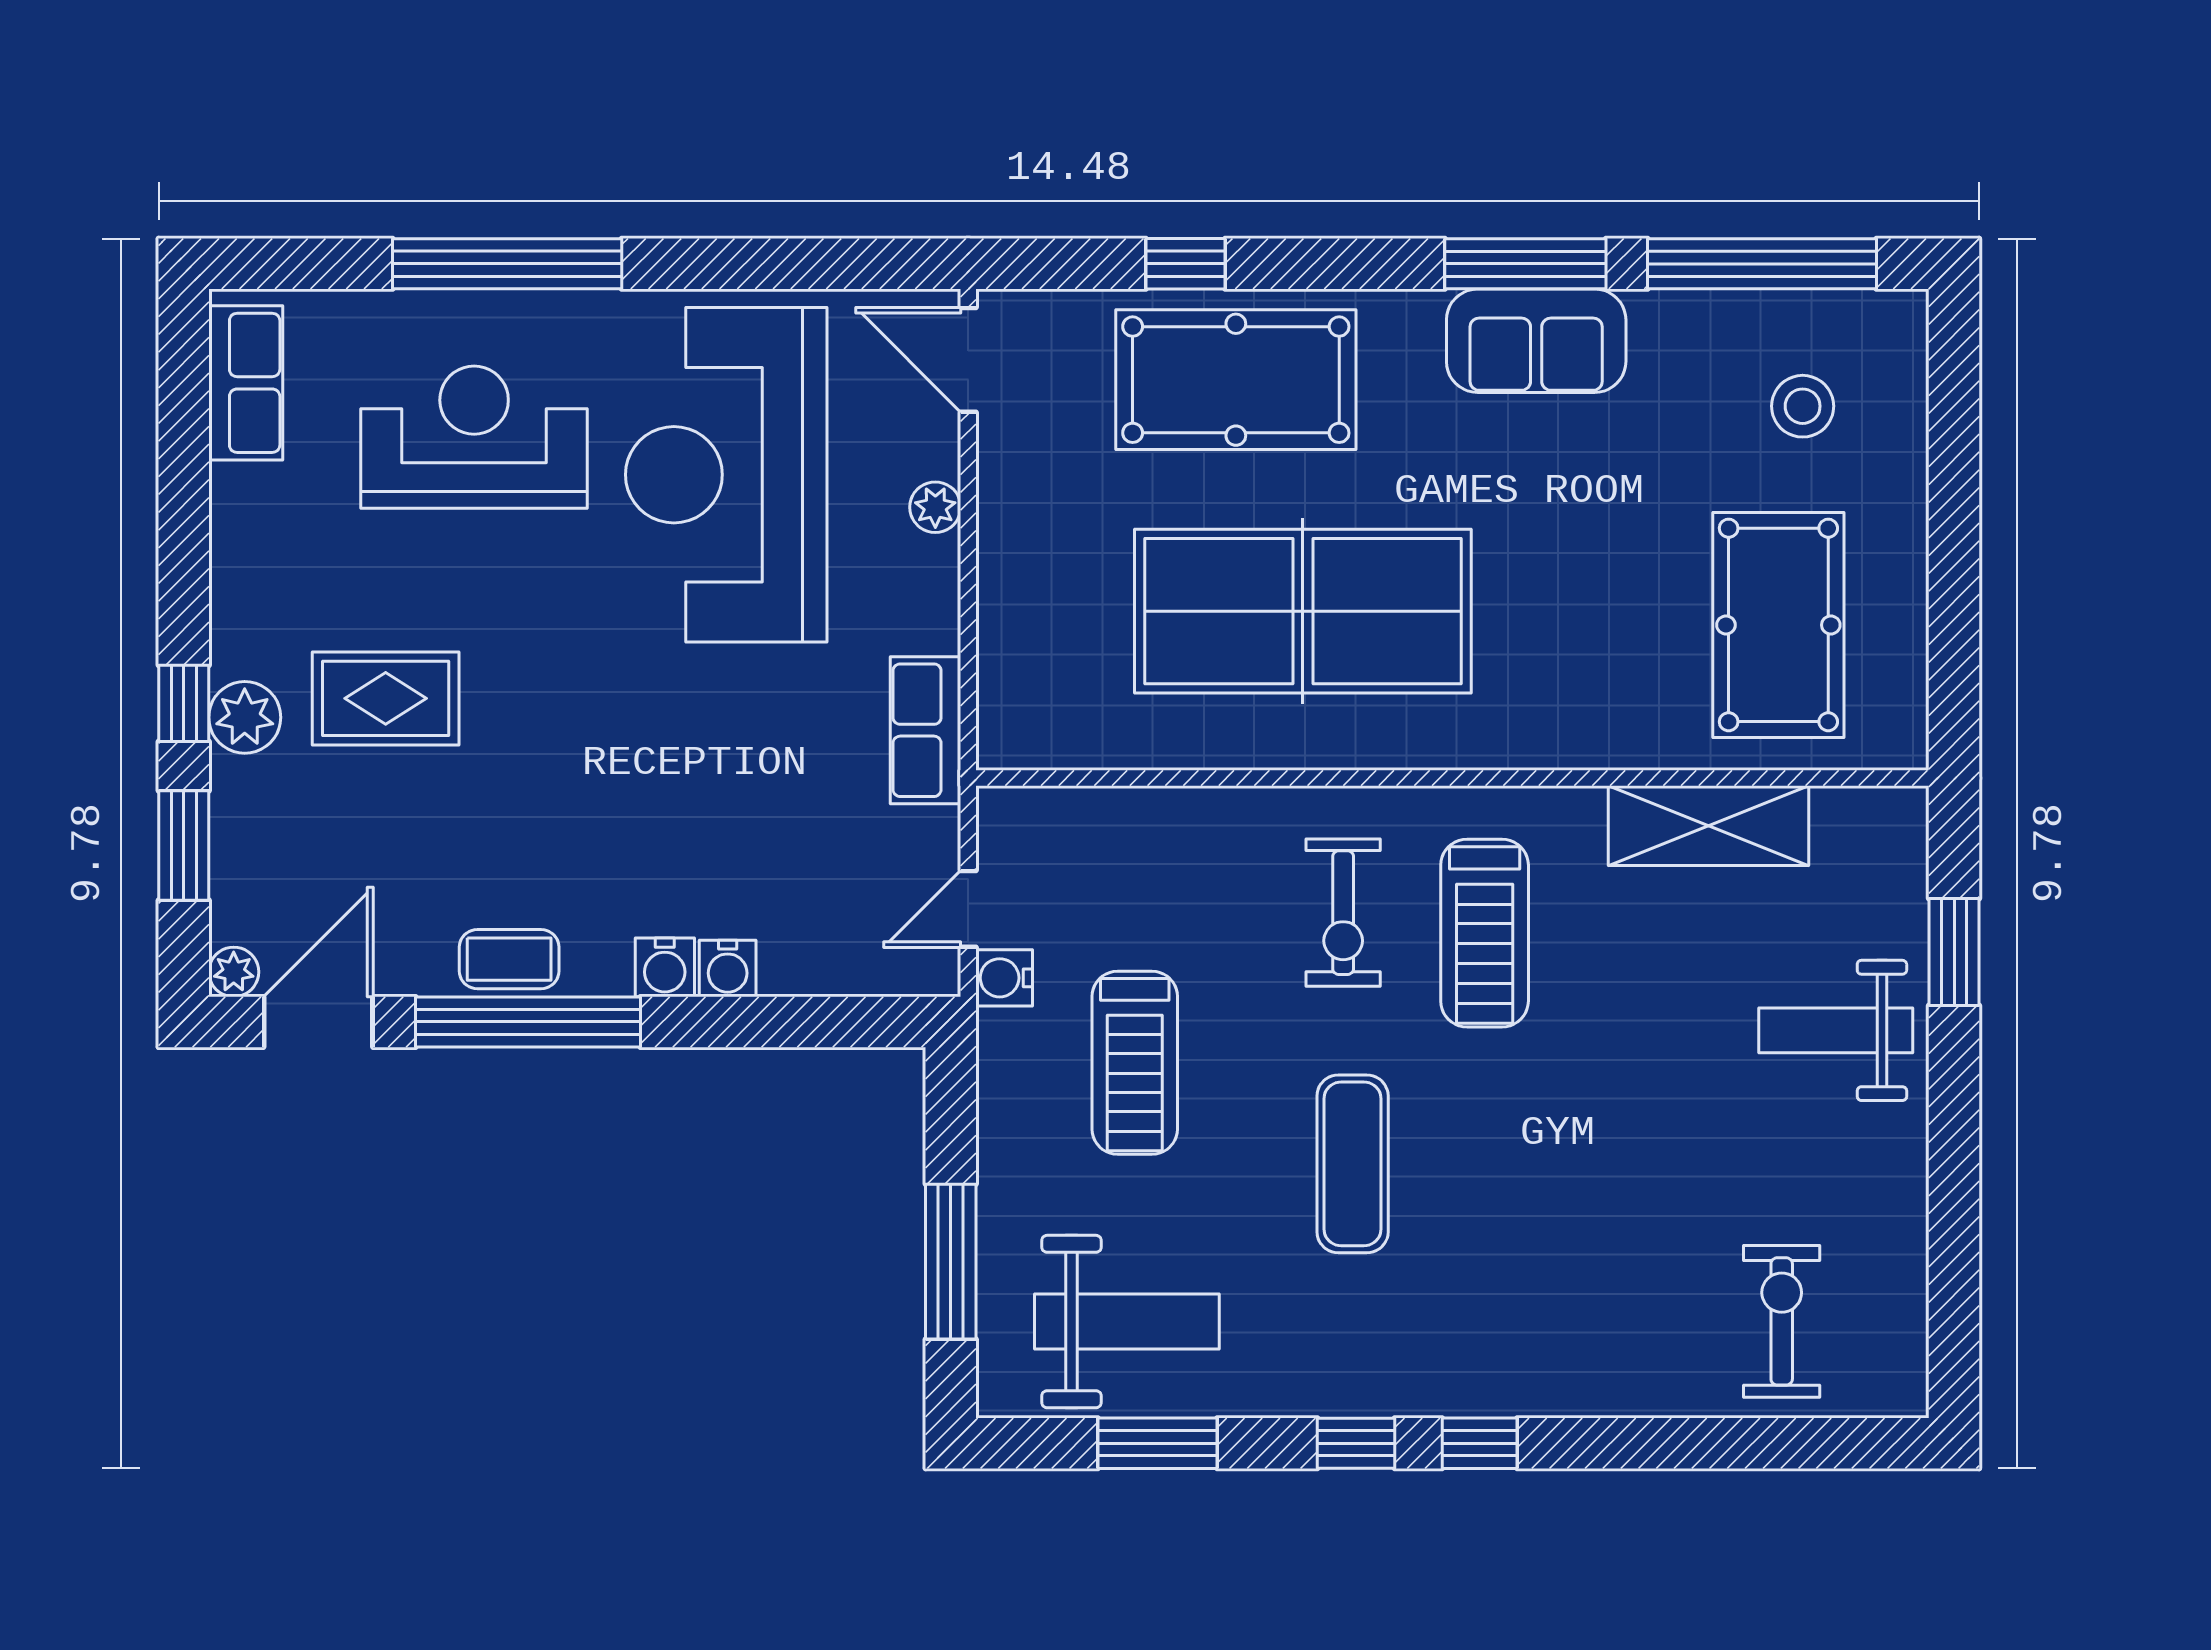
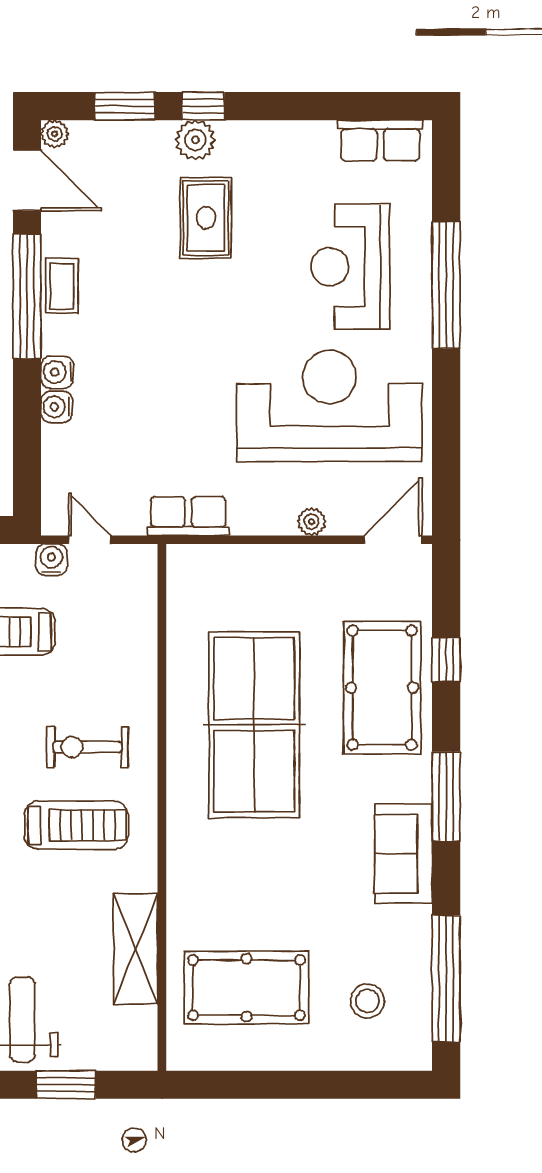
window: (1525, 264) -> (446, 796), moved
reception desk: (474, 437) -> (350, 267), turned 180
treadmill: (1485, 933) -> (76, 825), turned 180

